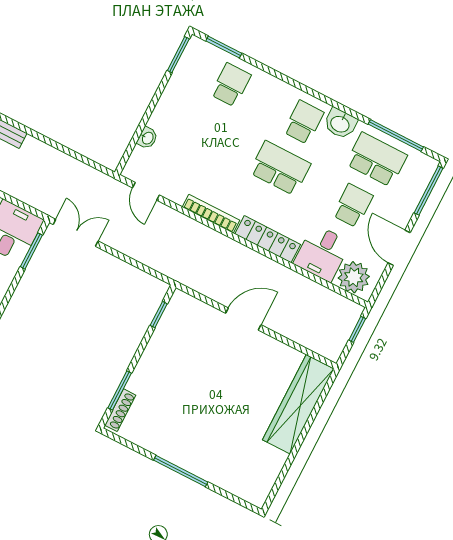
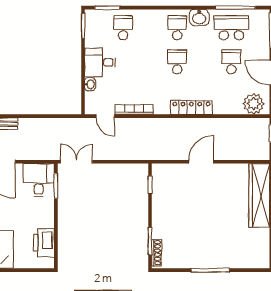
school desk: (280, 168) -> (177, 62), width x0.54
bookcase: (211, 214) -> (134, 110), moved
desk: (322, 253) -> (100, 62), moved, turned 90

